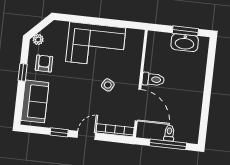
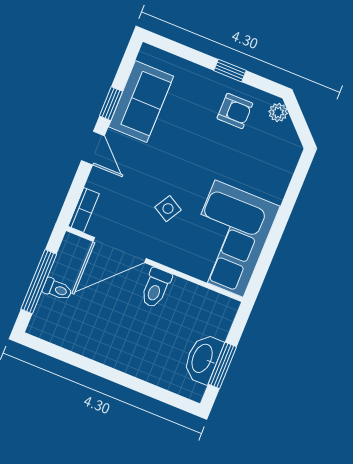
corner sofa: (96, 45) -> (229, 239), moved
sofa: (35, 101) -> (141, 101), moved, turned -90
bookcase: (115, 130) -> (84, 210), width x0.64

